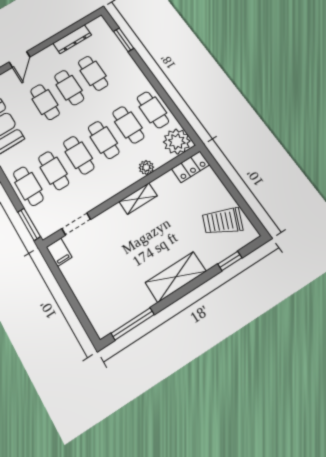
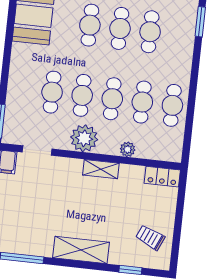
plant: (177, 142) -> (84, 138), moved
cafe table: (28, 186) -> (22, 89), removed
trolley: (222, 221) -> (150, 237), width x0.73, depth x0.72

